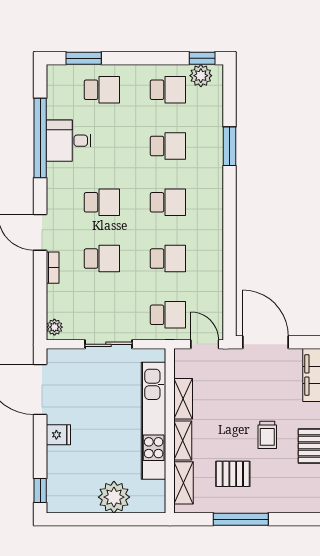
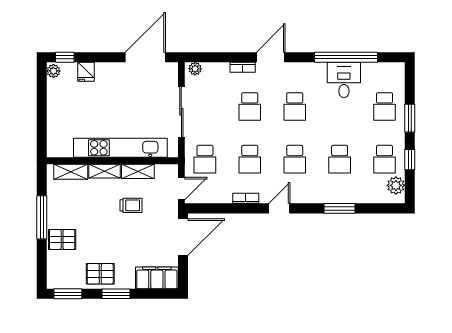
window: (84, 58) -> (410, 118), moved
window: (202, 58) -> (410, 160), moved
door: (230, 221) -> (279, 208), added
bookcase: (217, 264) -> (246, 198), added
sliding door: (108, 344) -> (181, 112), width x1.37
fridge: (58, 435) -> (86, 72), moved
trolley: (267, 435) -> (131, 205), moved, turned 180
pallet: (233, 474) -> (62, 239), moved, turned 90
plant: (114, 497) -> (53, 71), moved, width x0.53, depth x0.53

